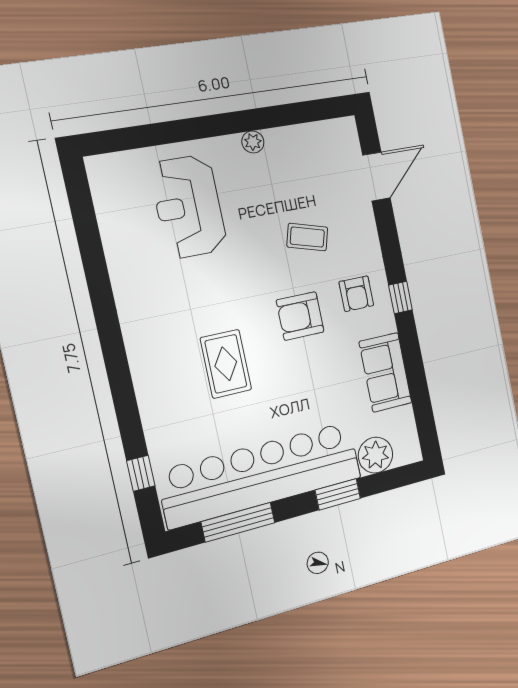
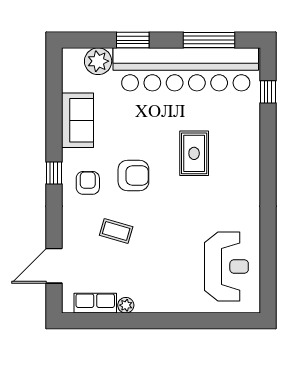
row of seats: (315, 135) -> (95, 303), added
plant: (253, 142) -> (126, 305), moved
reception desk: (188, 207) -> (226, 267), moved

